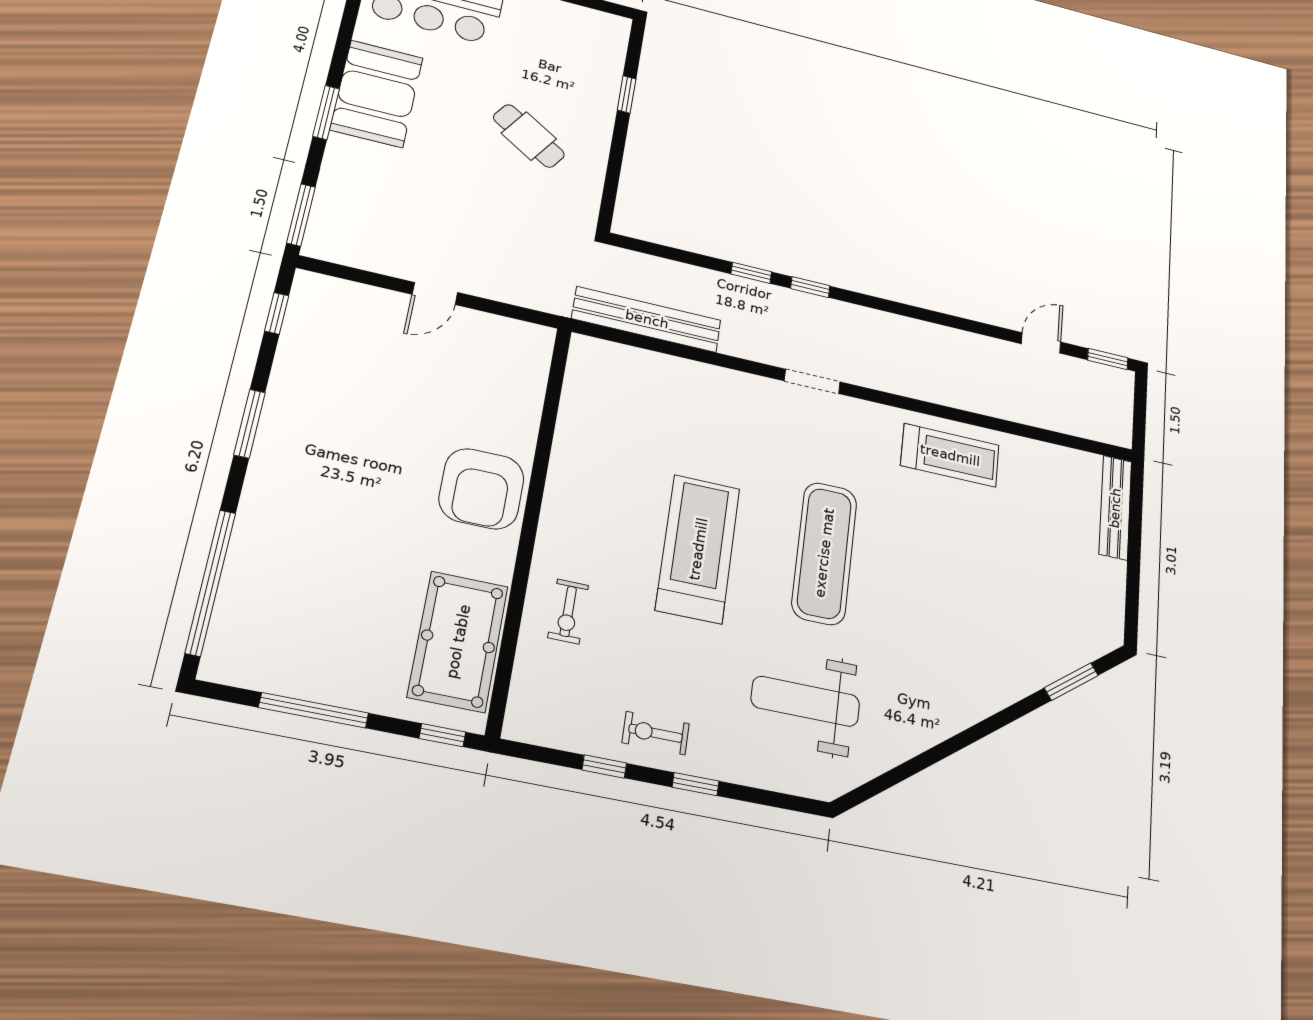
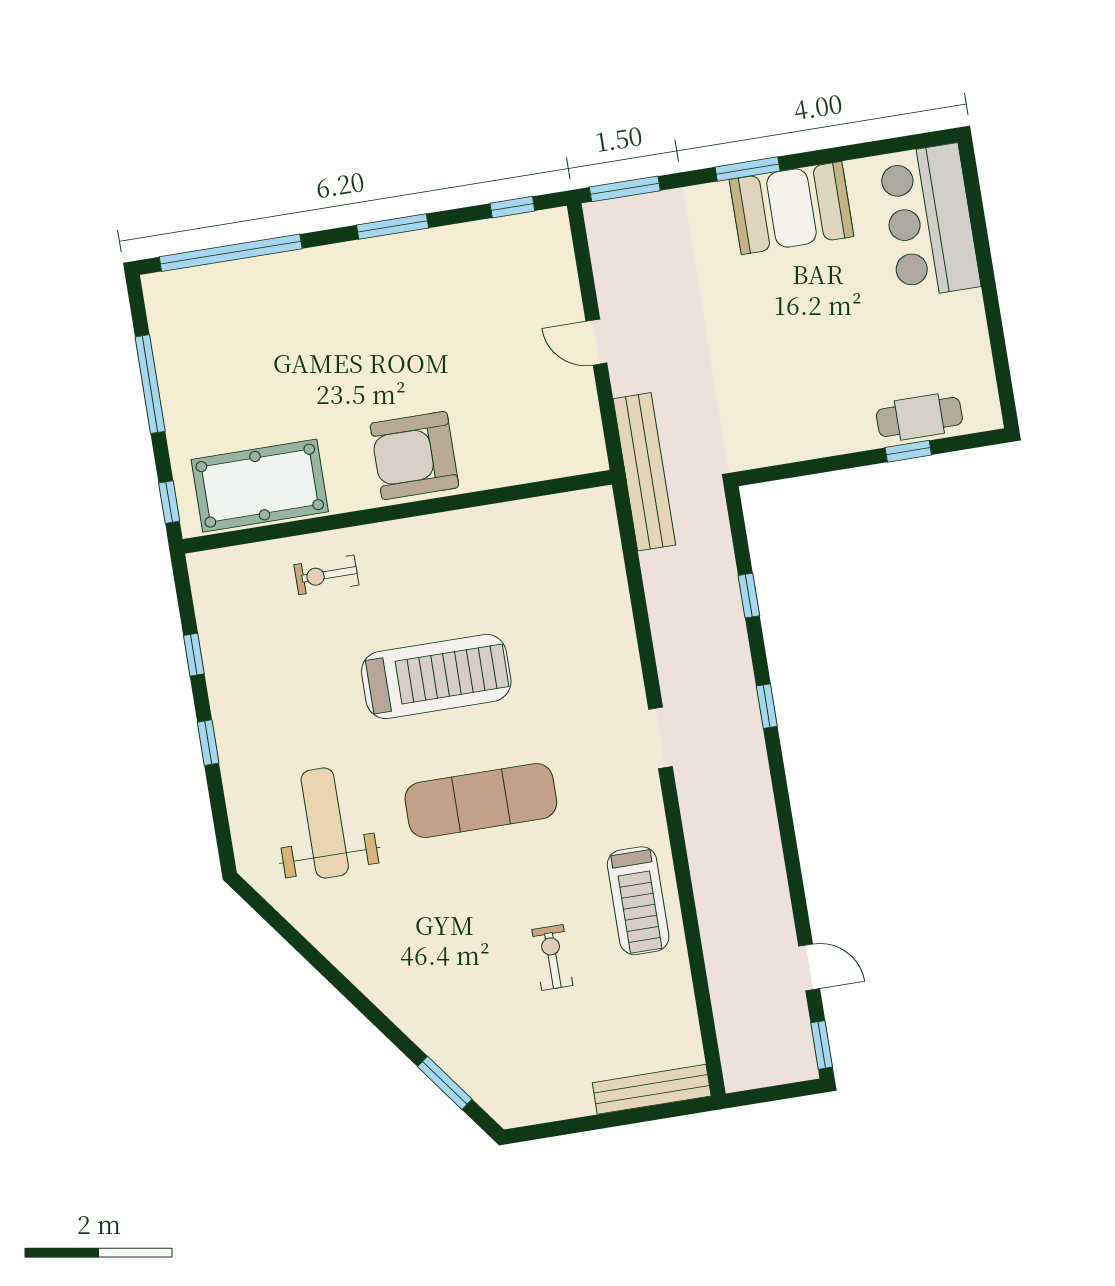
cafe table: (529, 136) -> (919, 417), moved, turned 57
window: (751, 273) -> (749, 596), moved
bench: (647, 319) -> (644, 472), moved
exercise bike: (656, 733) -> (552, 957), moved

